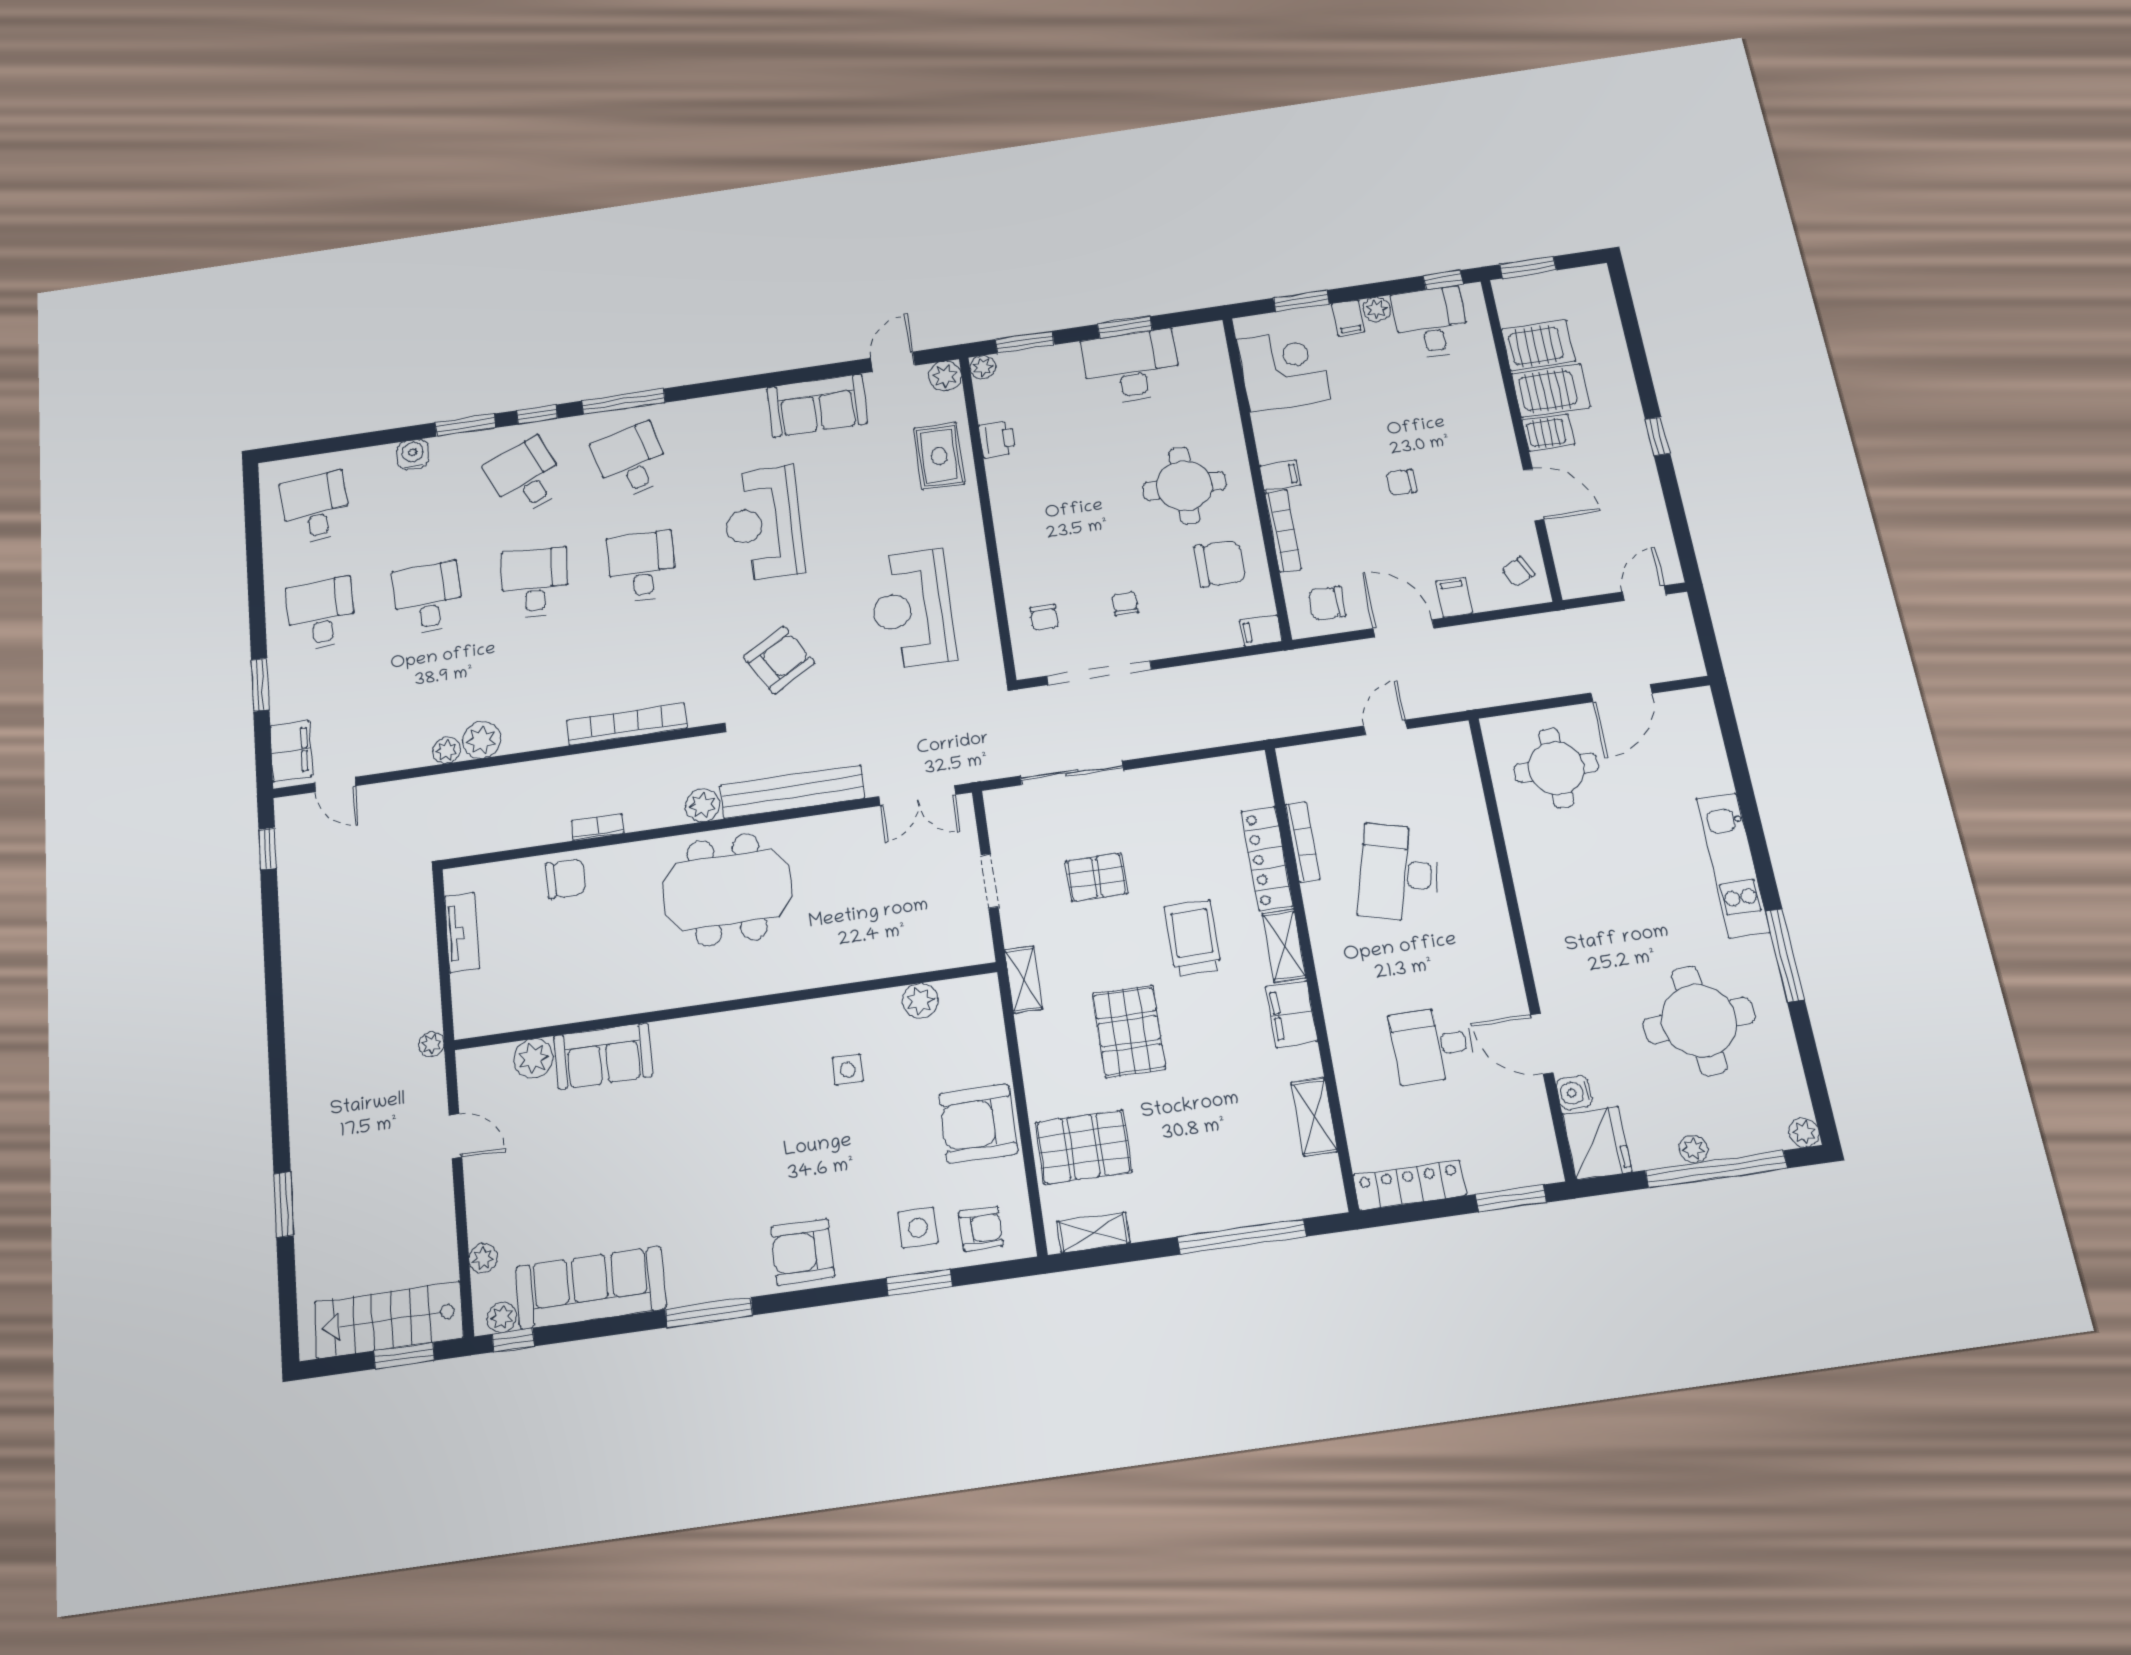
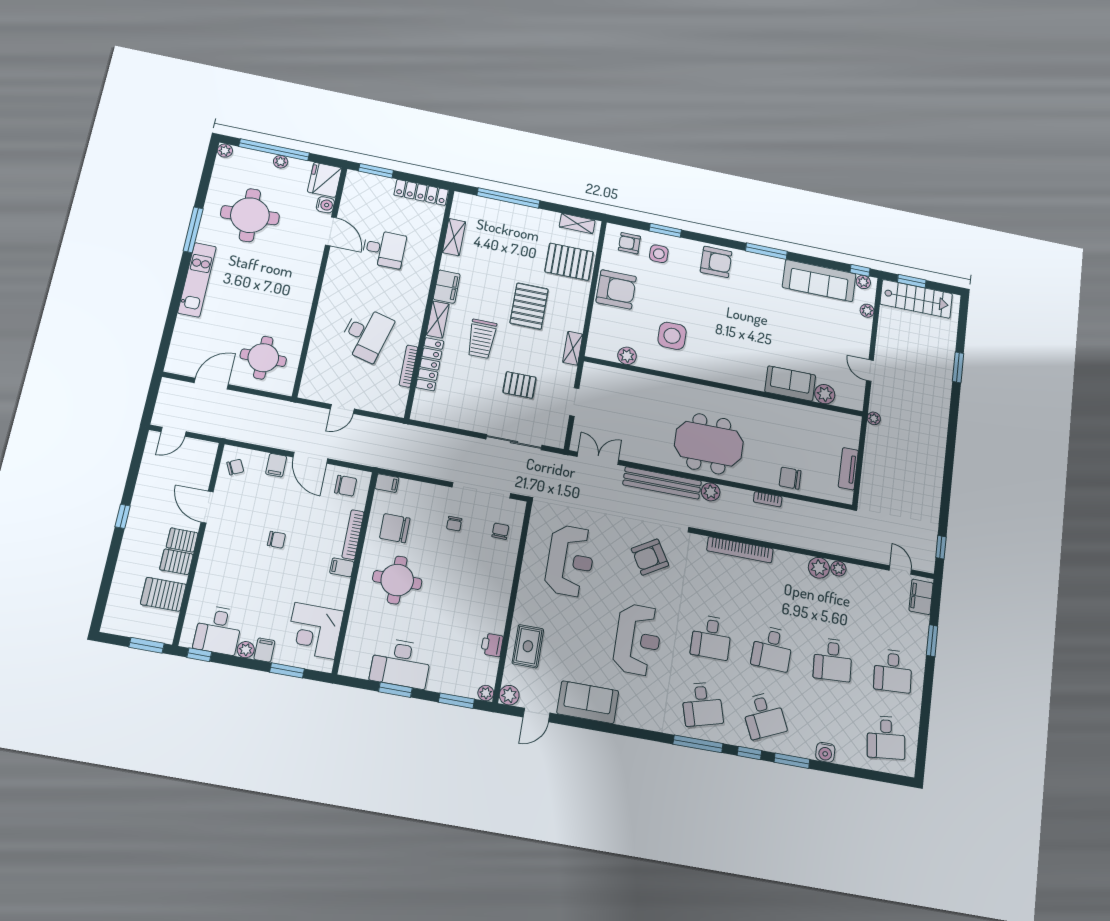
server rack: (1551, 390) -> (176, 562), width x0.73, depth x0.70
side table: (848, 1070) -> (672, 336), width x1.87, depth x1.87

